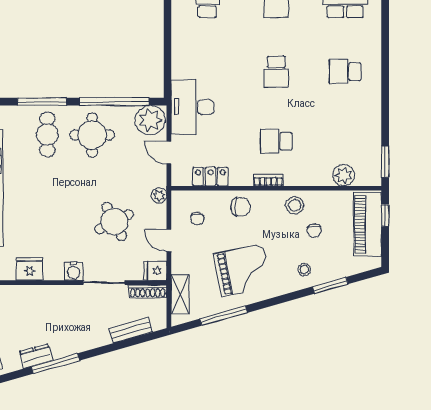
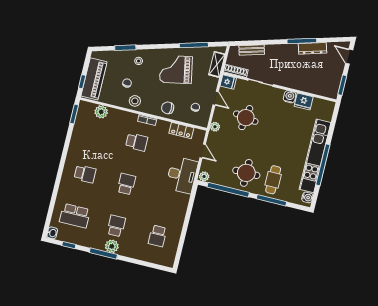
plant: (150, 120) -> (204, 176), width x0.53, depth x0.53
round table: (114, 222) -> (246, 118), turned 36
water cooler: (74, 271) -> (290, 97), moved
dresser: (36, 356) -> (312, 48), width x1.44

